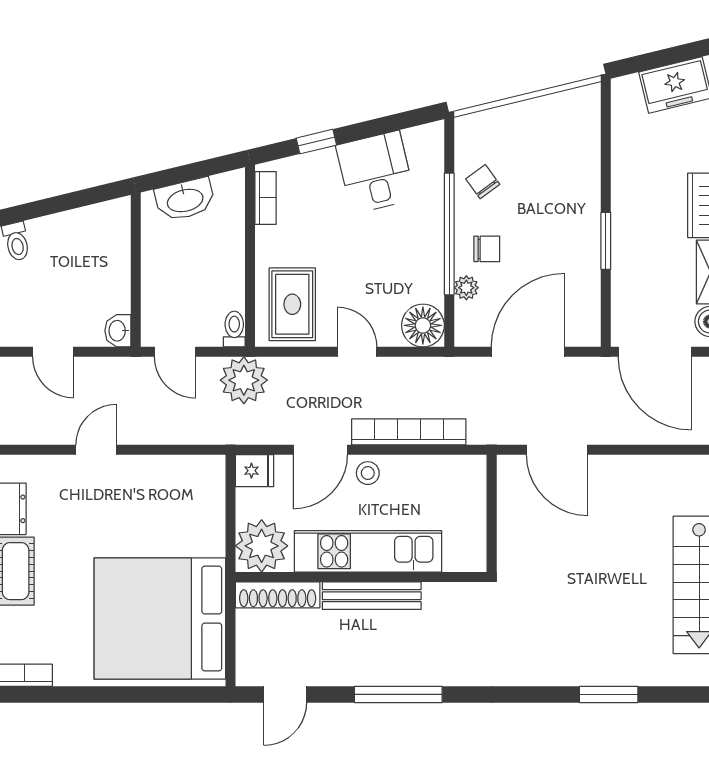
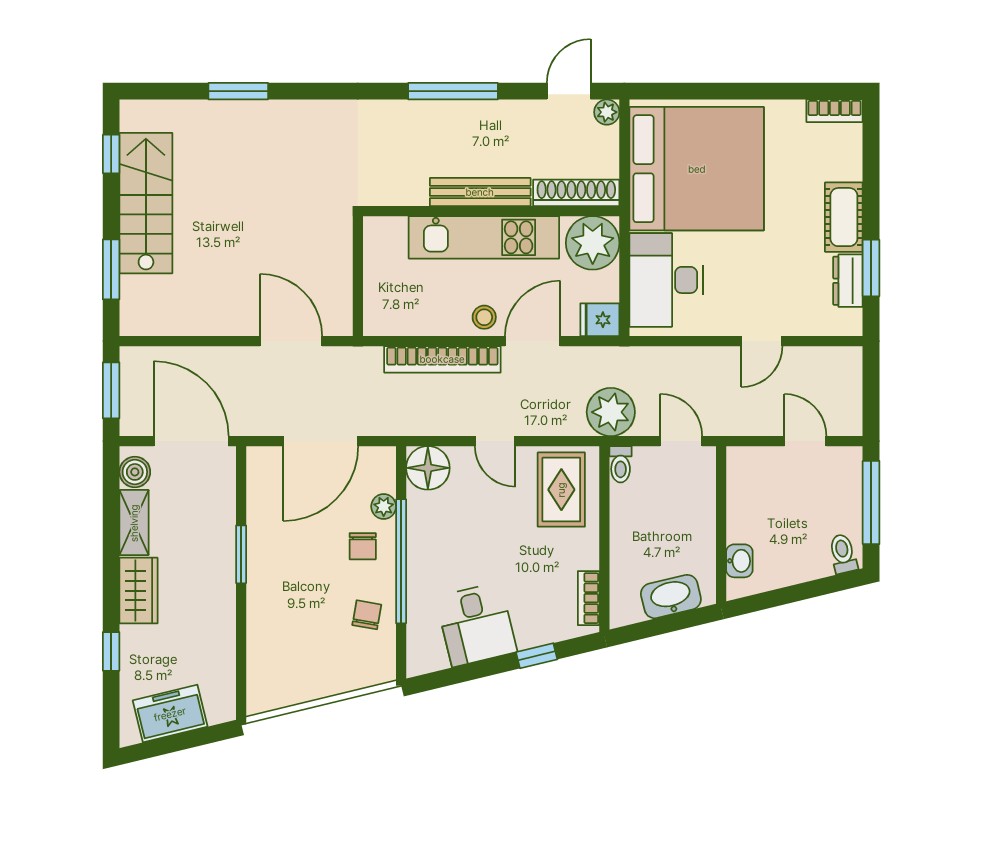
chair: (483, 182) -> (367, 615), turned -134
chair: (487, 249) -> (363, 546), turned -90
washbasin: (118, 331) -> (739, 561), moved
desk: (190, 510) -> (666, 280), added
plant: (248, 674) -> (607, 112), added

